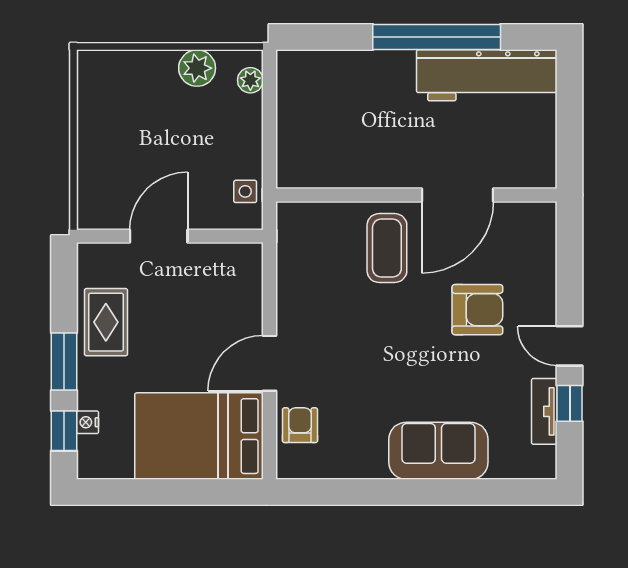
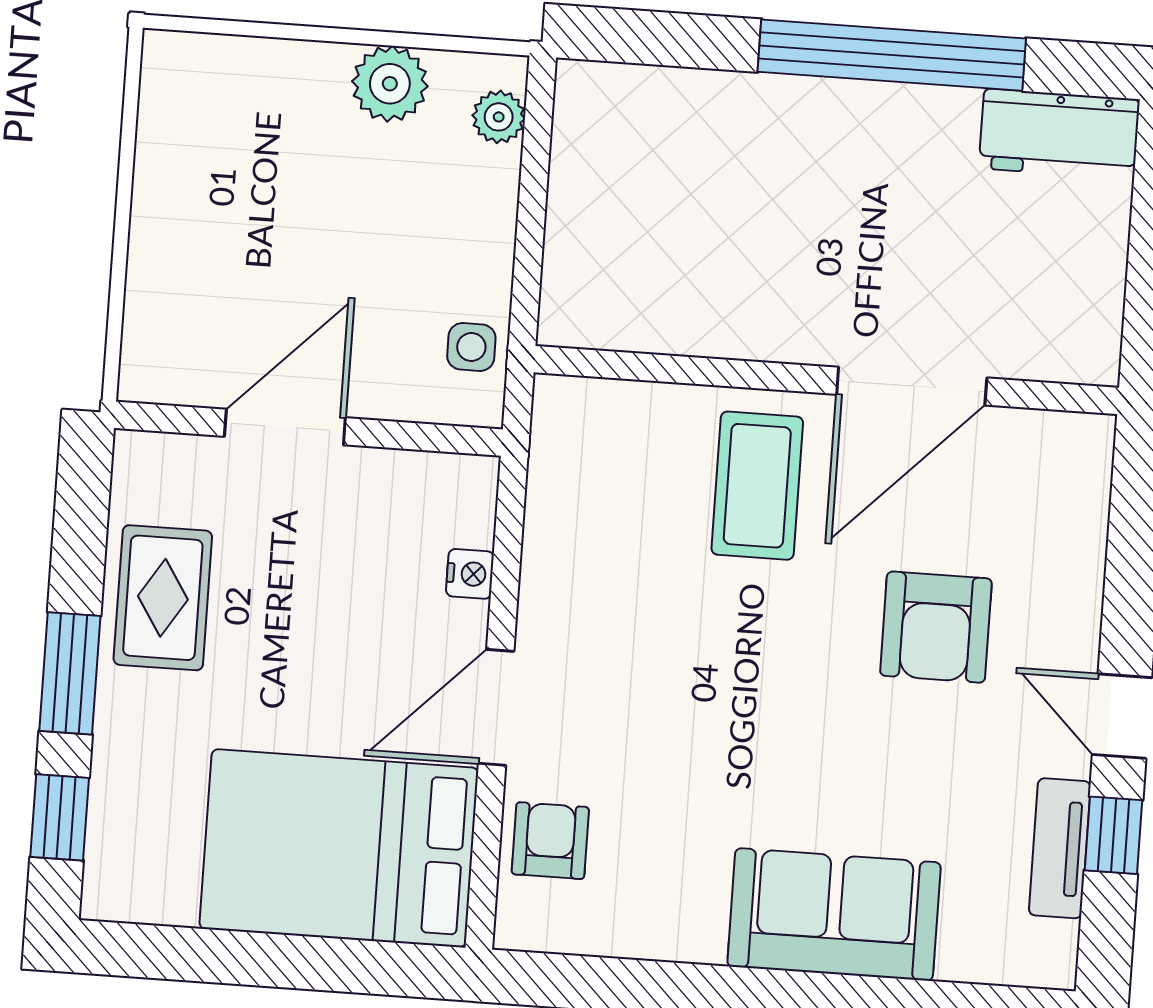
workbench: (487, 75) -> (1059, 134), width x0.53, depth x0.76
armchair: (477, 310) -> (936, 627), turned 90
nightstand: (88, 422) -> (470, 574), moved, turned 180

